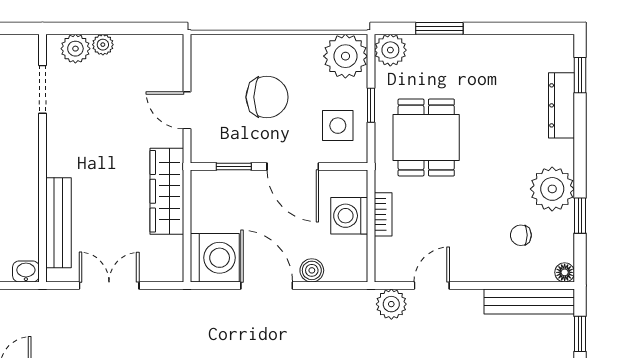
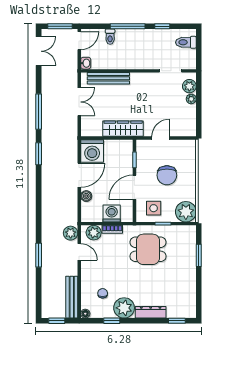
plant: (390, 50) -> (94, 233), moved
dresser: (562, 105) -> (151, 312), moved

